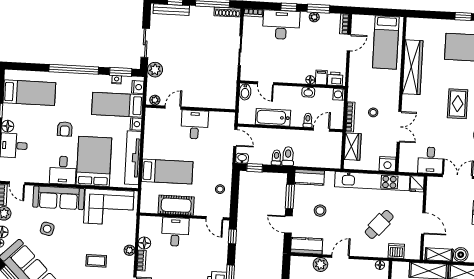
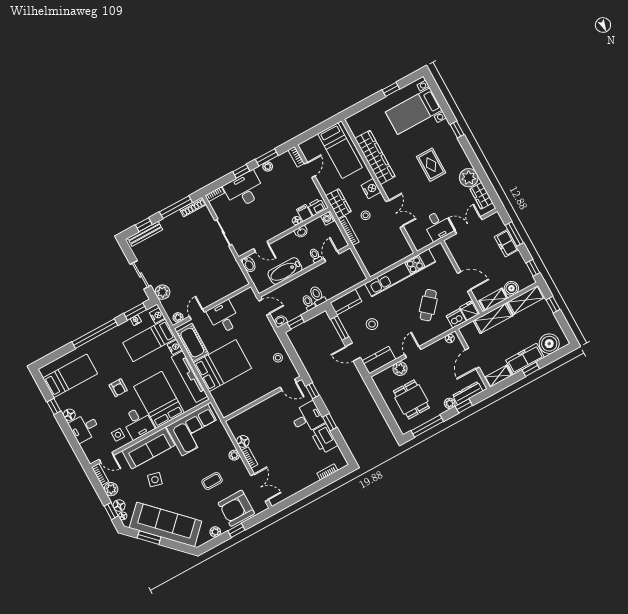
wardrobe: (353, 147) -> (338, 204), moved
nightstand: (387, 164) -> (371, 189), moved, turned -90
side table: (39, 170) -> (118, 435), added
bed: (167, 172) -> (222, 366), width x1.50
fridge: (417, 184) -> (469, 311), moved, turned 180
cot: (176, 205) -> (192, 343), moved, turned 90
desk: (175, 232) -> (307, 418), moved, turned 90

